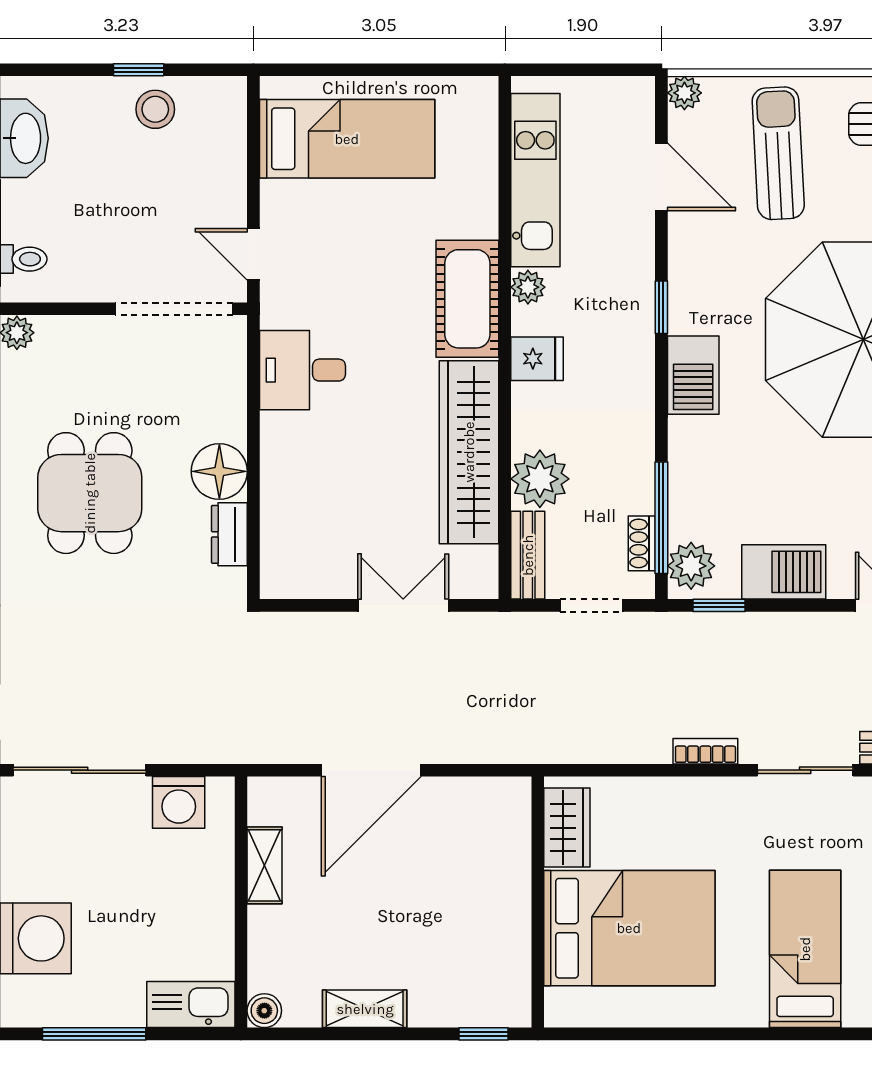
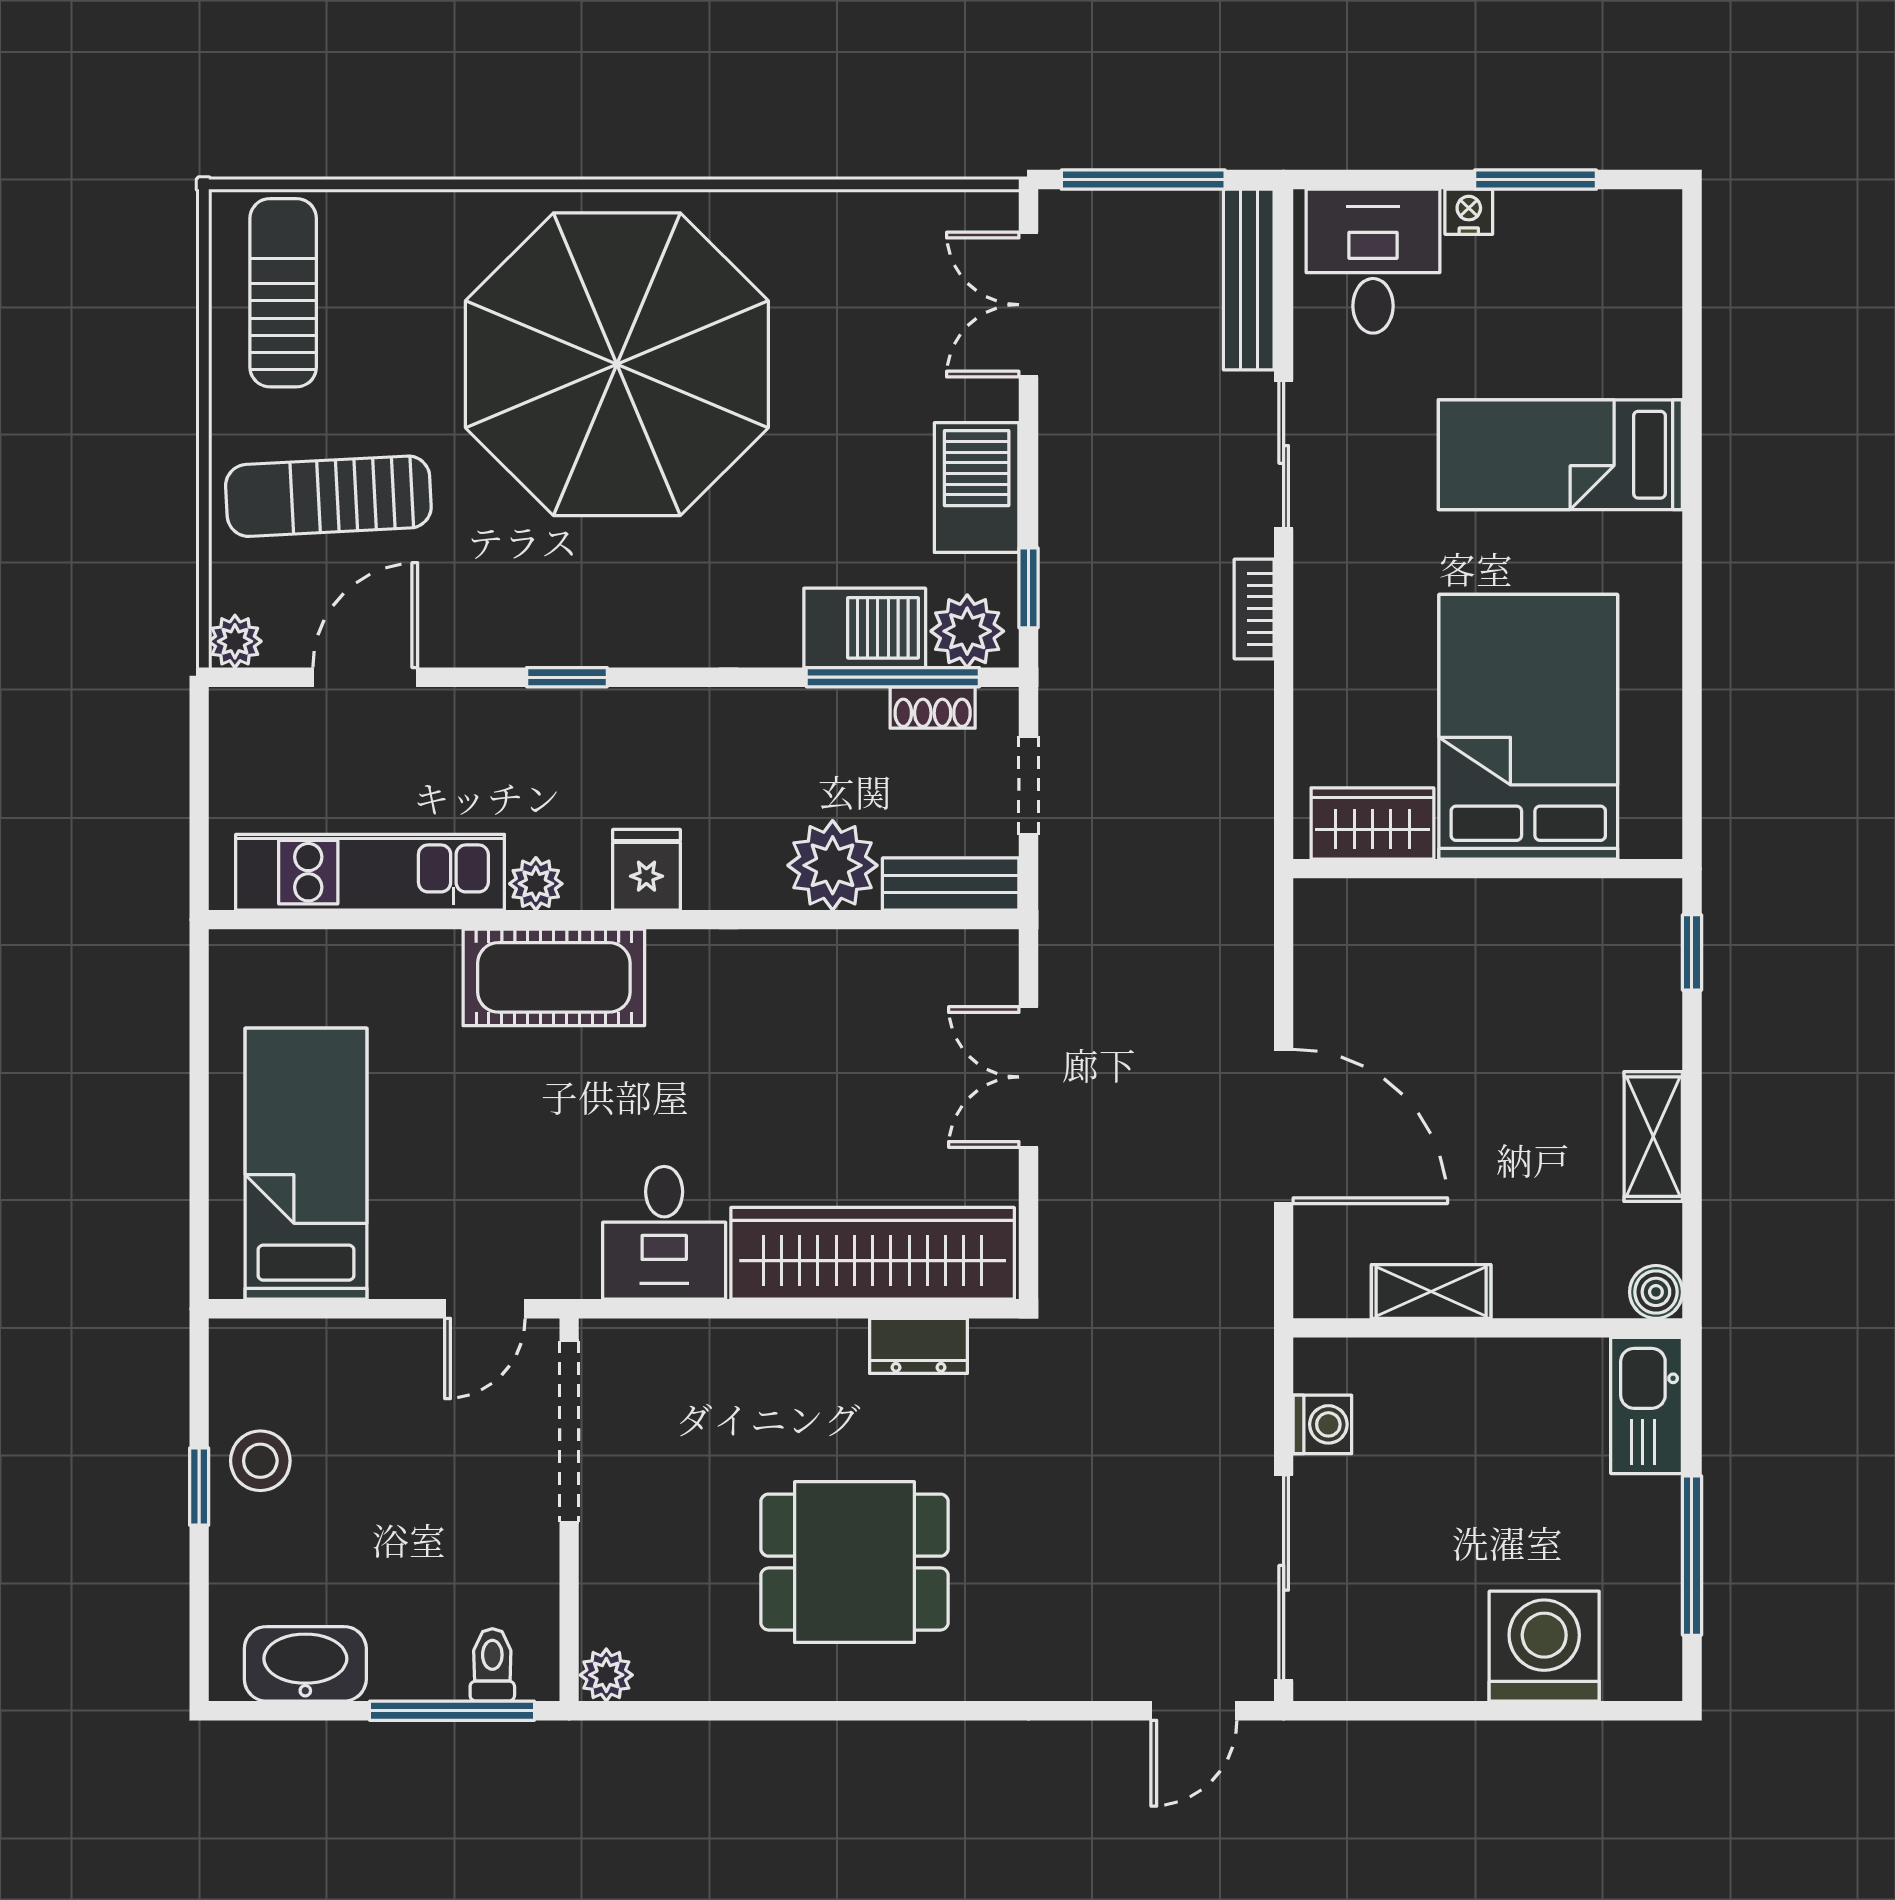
barbecue: (693, 375) -> (865, 628), moved
wardrobe: (469, 452) -> (873, 1253), moved, turned 180
floor lamp: (219, 471) -> (821, 1362), removed
washing machine: (179, 802) -> (1322, 1424), width x0.73, depth x0.73

